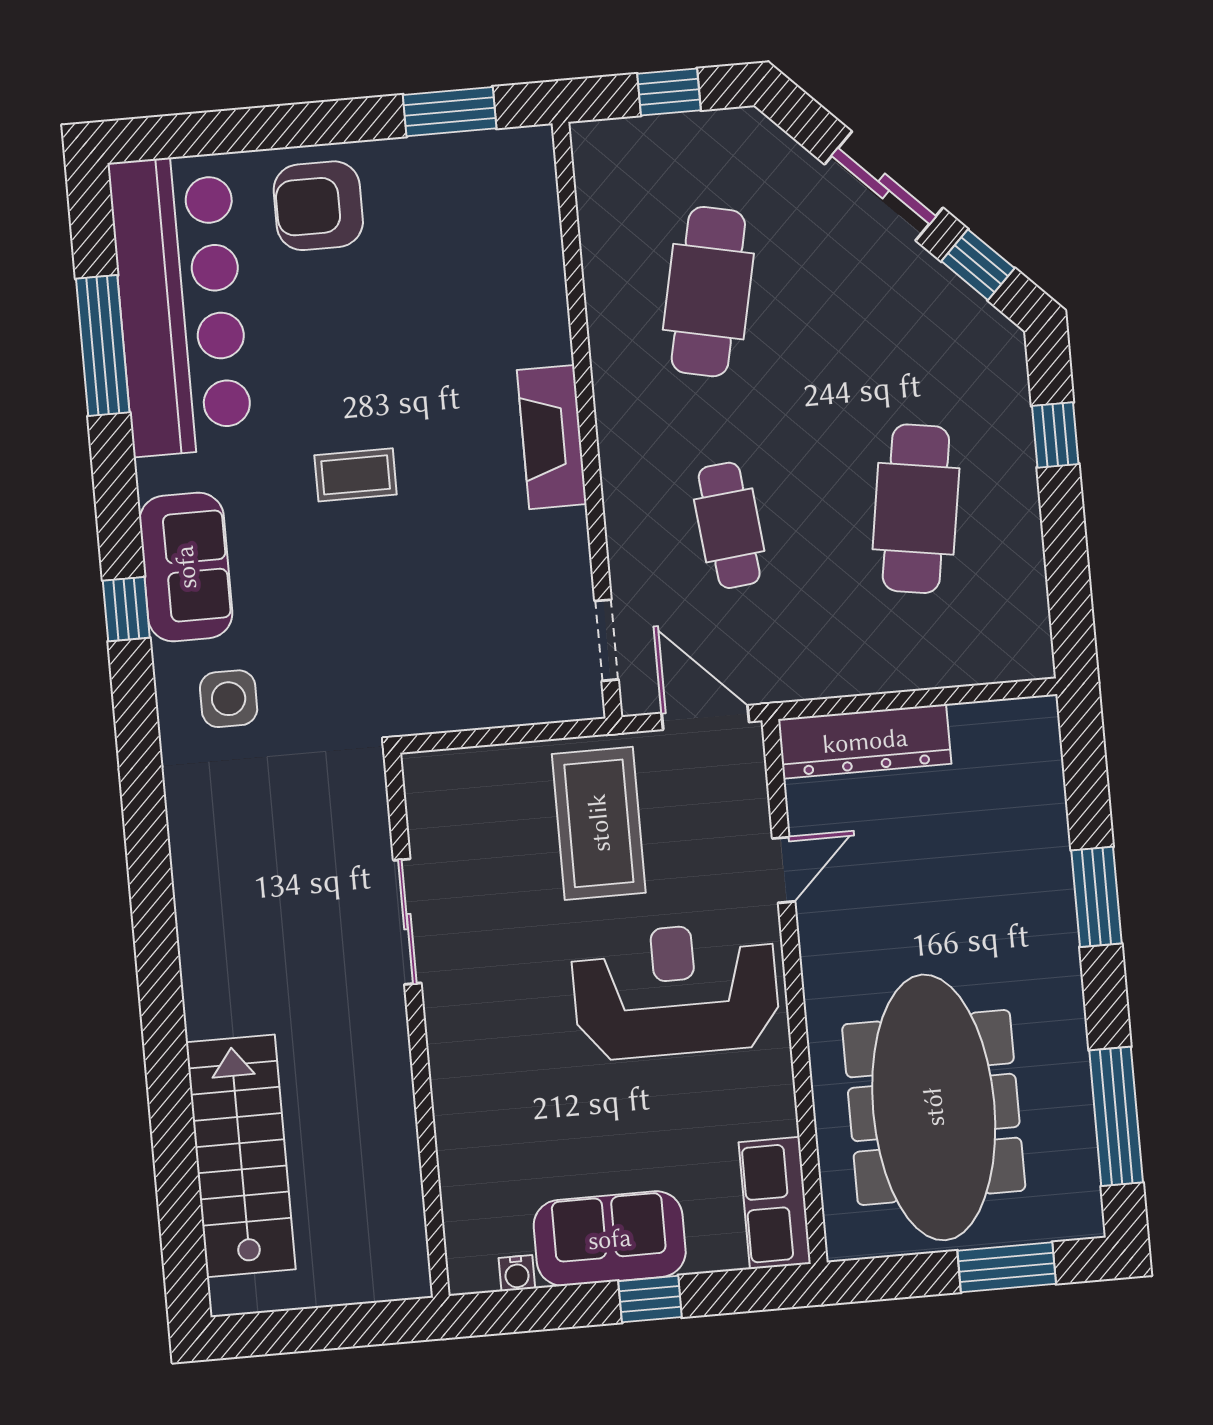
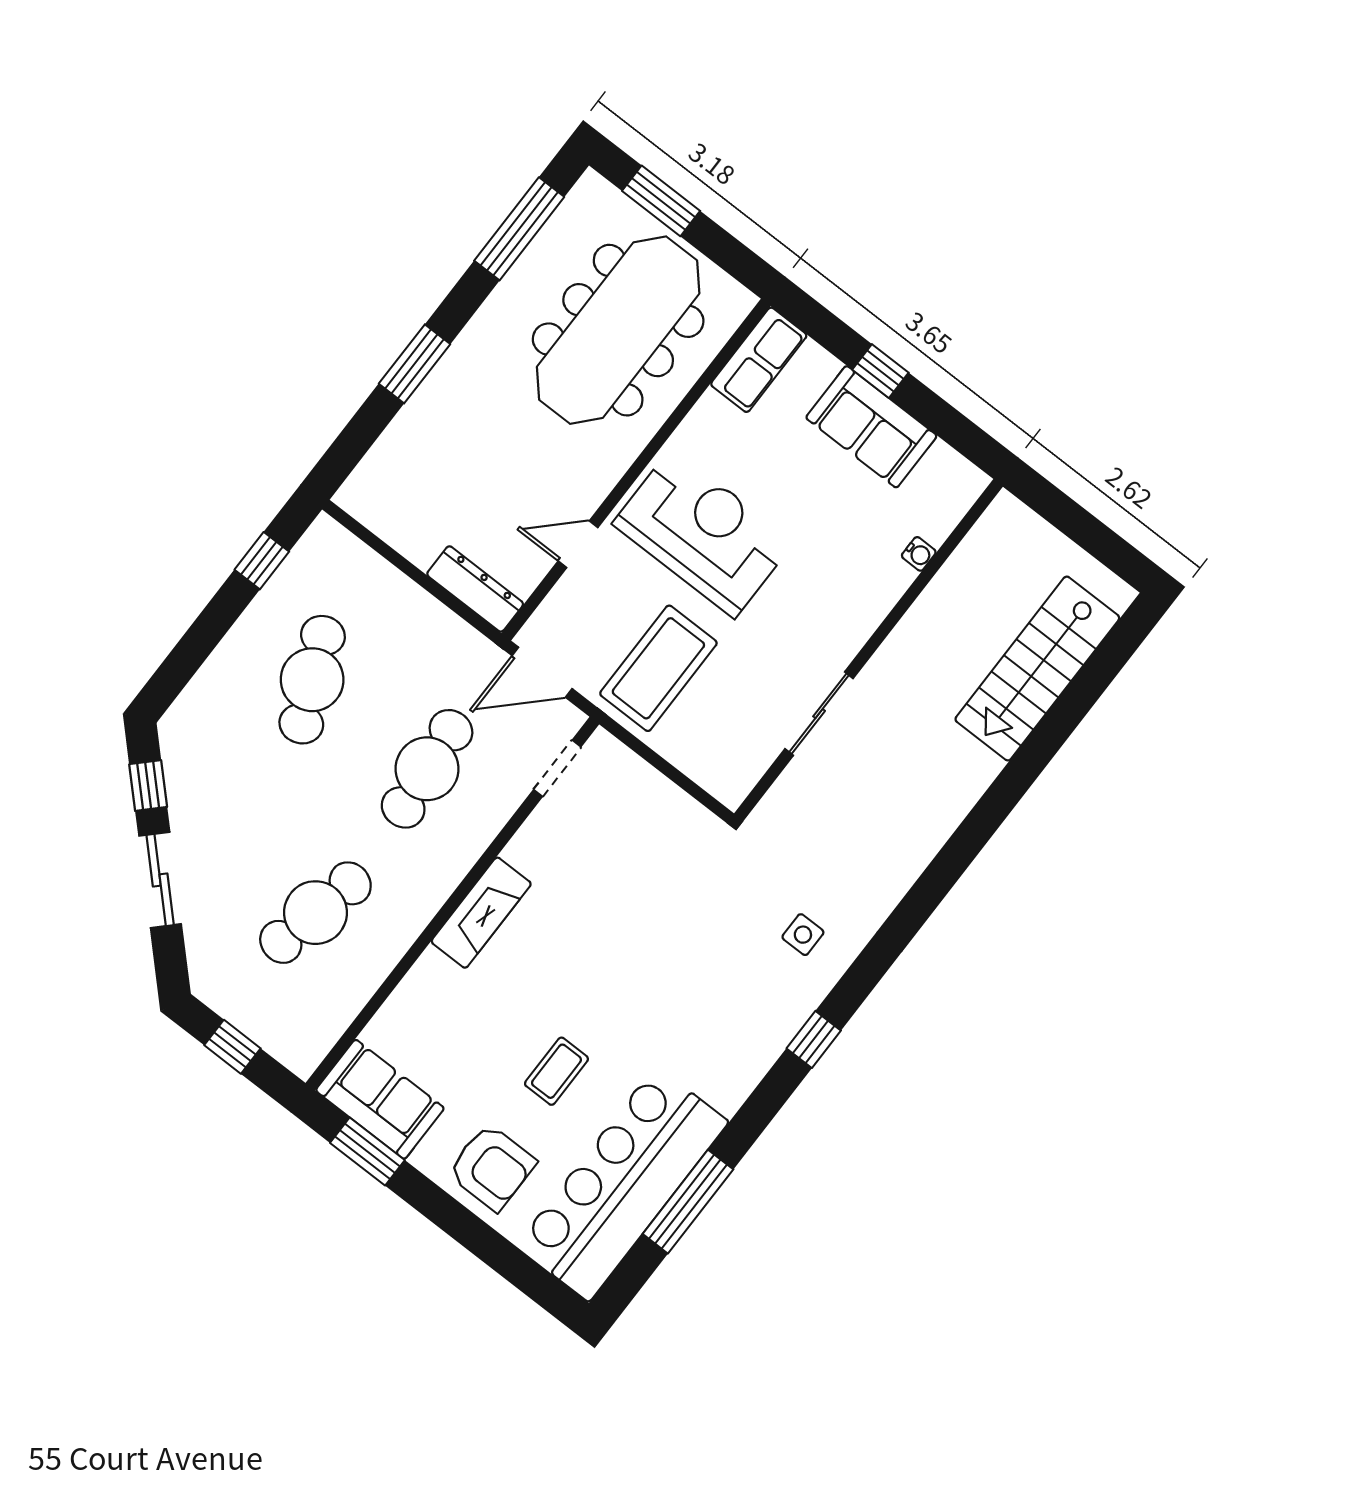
window: (1055, 435) -> (262, 561), moved
coffee table: (356, 475) -> (556, 1071), moved, turned 90
cafe table: (916, 509) -> (312, 680), turned -33
cafe table: (729, 525) -> (427, 769), width x1.37, depth x1.35
sofa: (186, 567) -> (380, 1099), moved, turned 90
side table: (229, 699) -> (803, 935), width x0.73, depth x0.73
door: (705, 718) -> (542, 672), hinge flipped
dresser: (865, 741) -> (475, 589), width x0.73, depth x0.80
reception desk: (675, 990) -> (703, 533), turned 180
water cooler: (517, 1273) -> (919, 554), moved, turned 90

